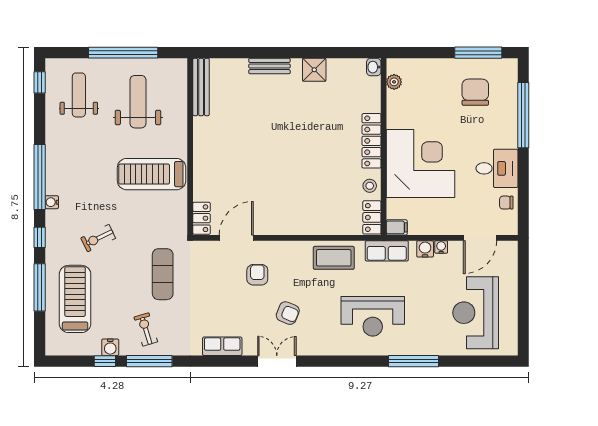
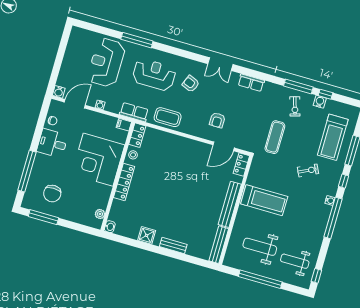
weight bench: (79, 95) -> (295, 261), turned 90
weight bench: (138, 102) -> (260, 247), turned 90
bench: (202, 153) -> (230, 204), added
water cooler: (425, 249) -> (59, 92), moved
armchair: (288, 313) -> (191, 84), moved
reception desk: (476, 313) -> (106, 63), moved, turned 180

